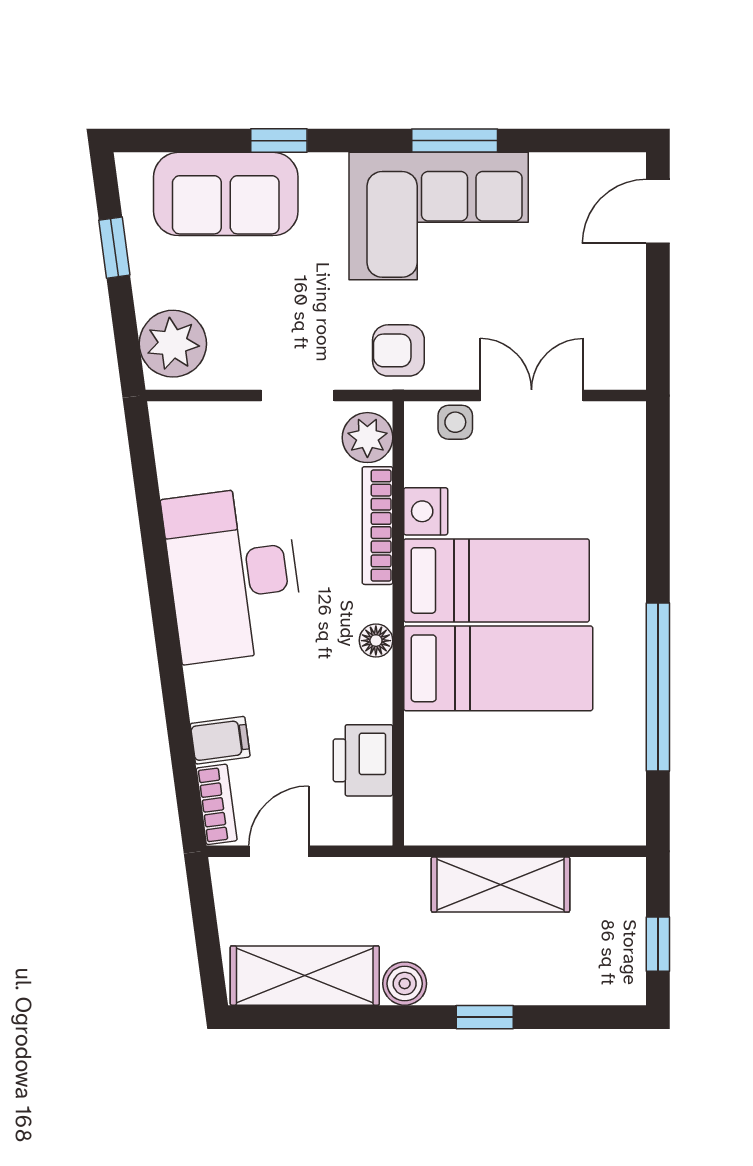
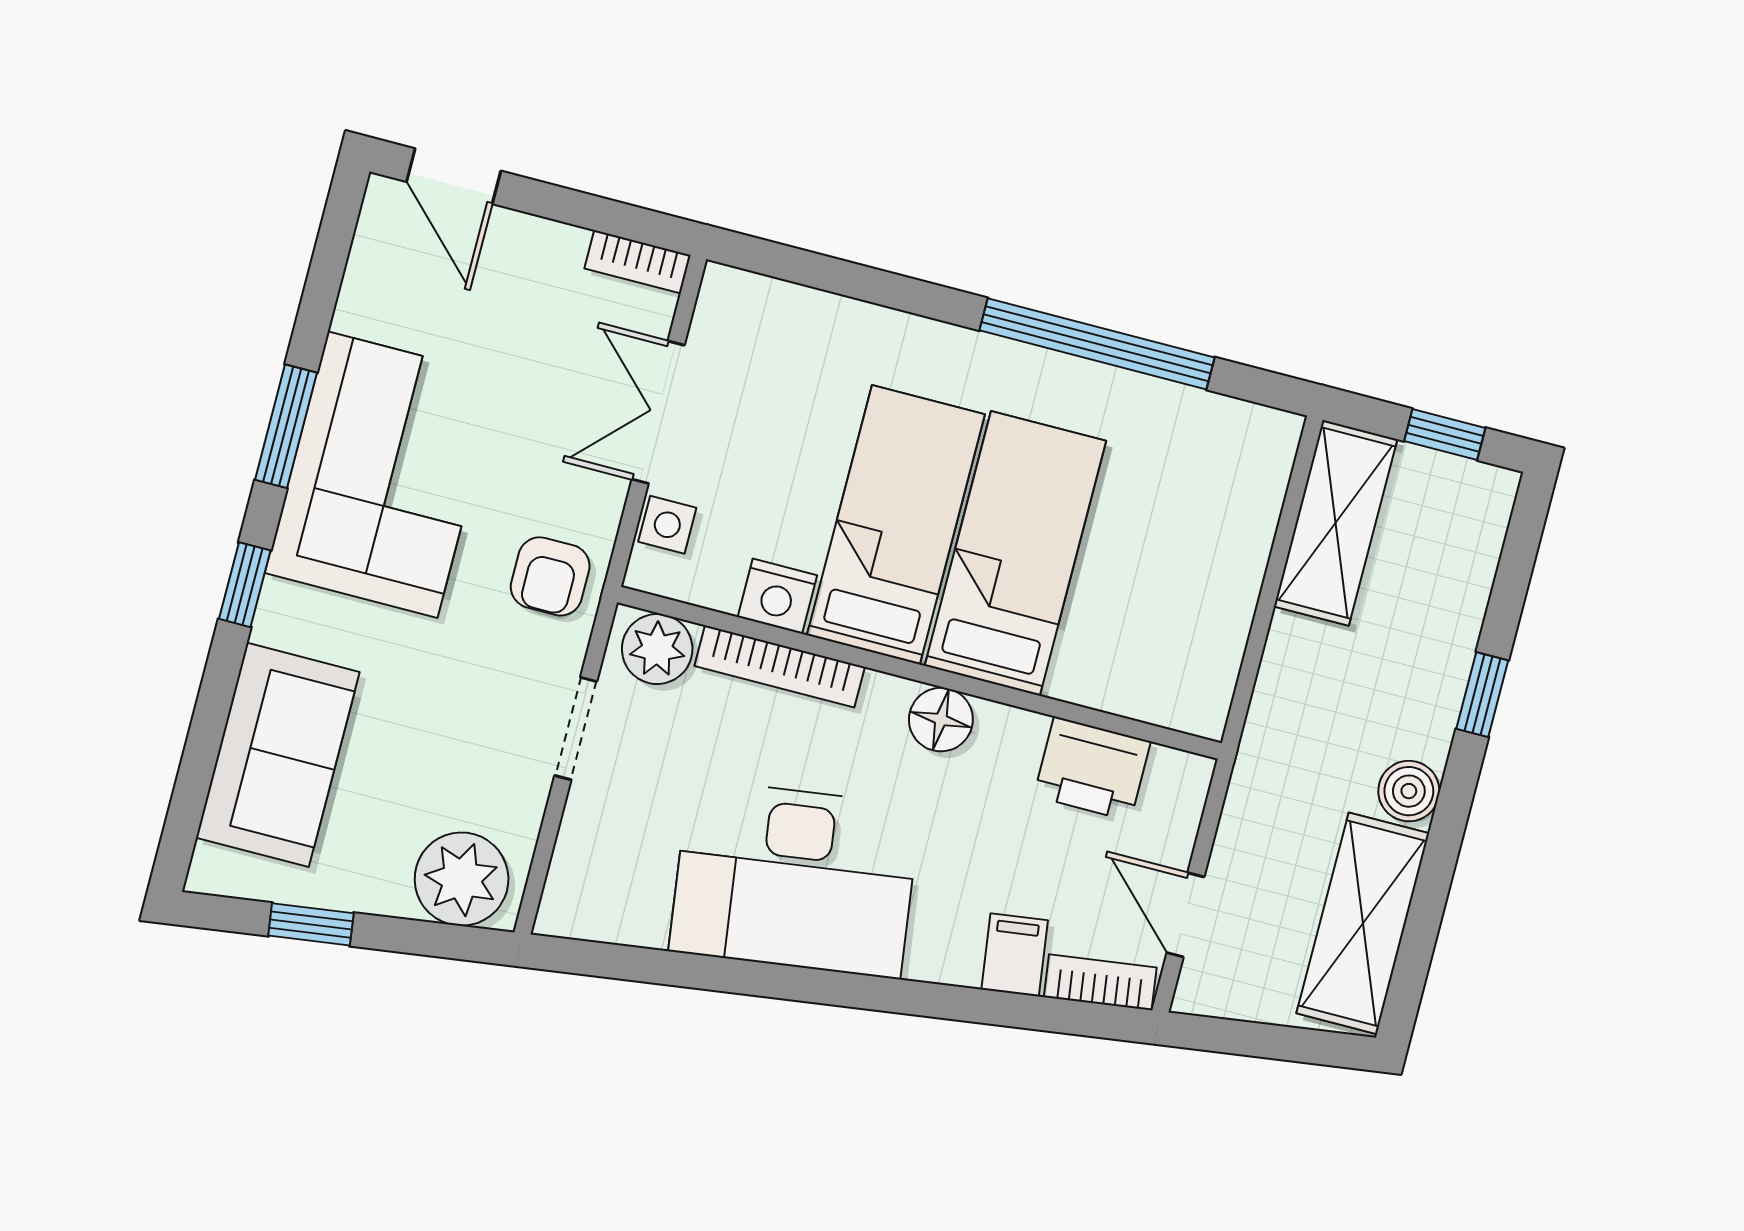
window: (279, 141) -> (245, 585), moved
bookcase: (632, 354) -> (638, 262), added
floor lamp: (376, 641) -> (941, 720), width x1.37, depth x1.37
shelving: (500, 884) -> (1336, 523), moved

